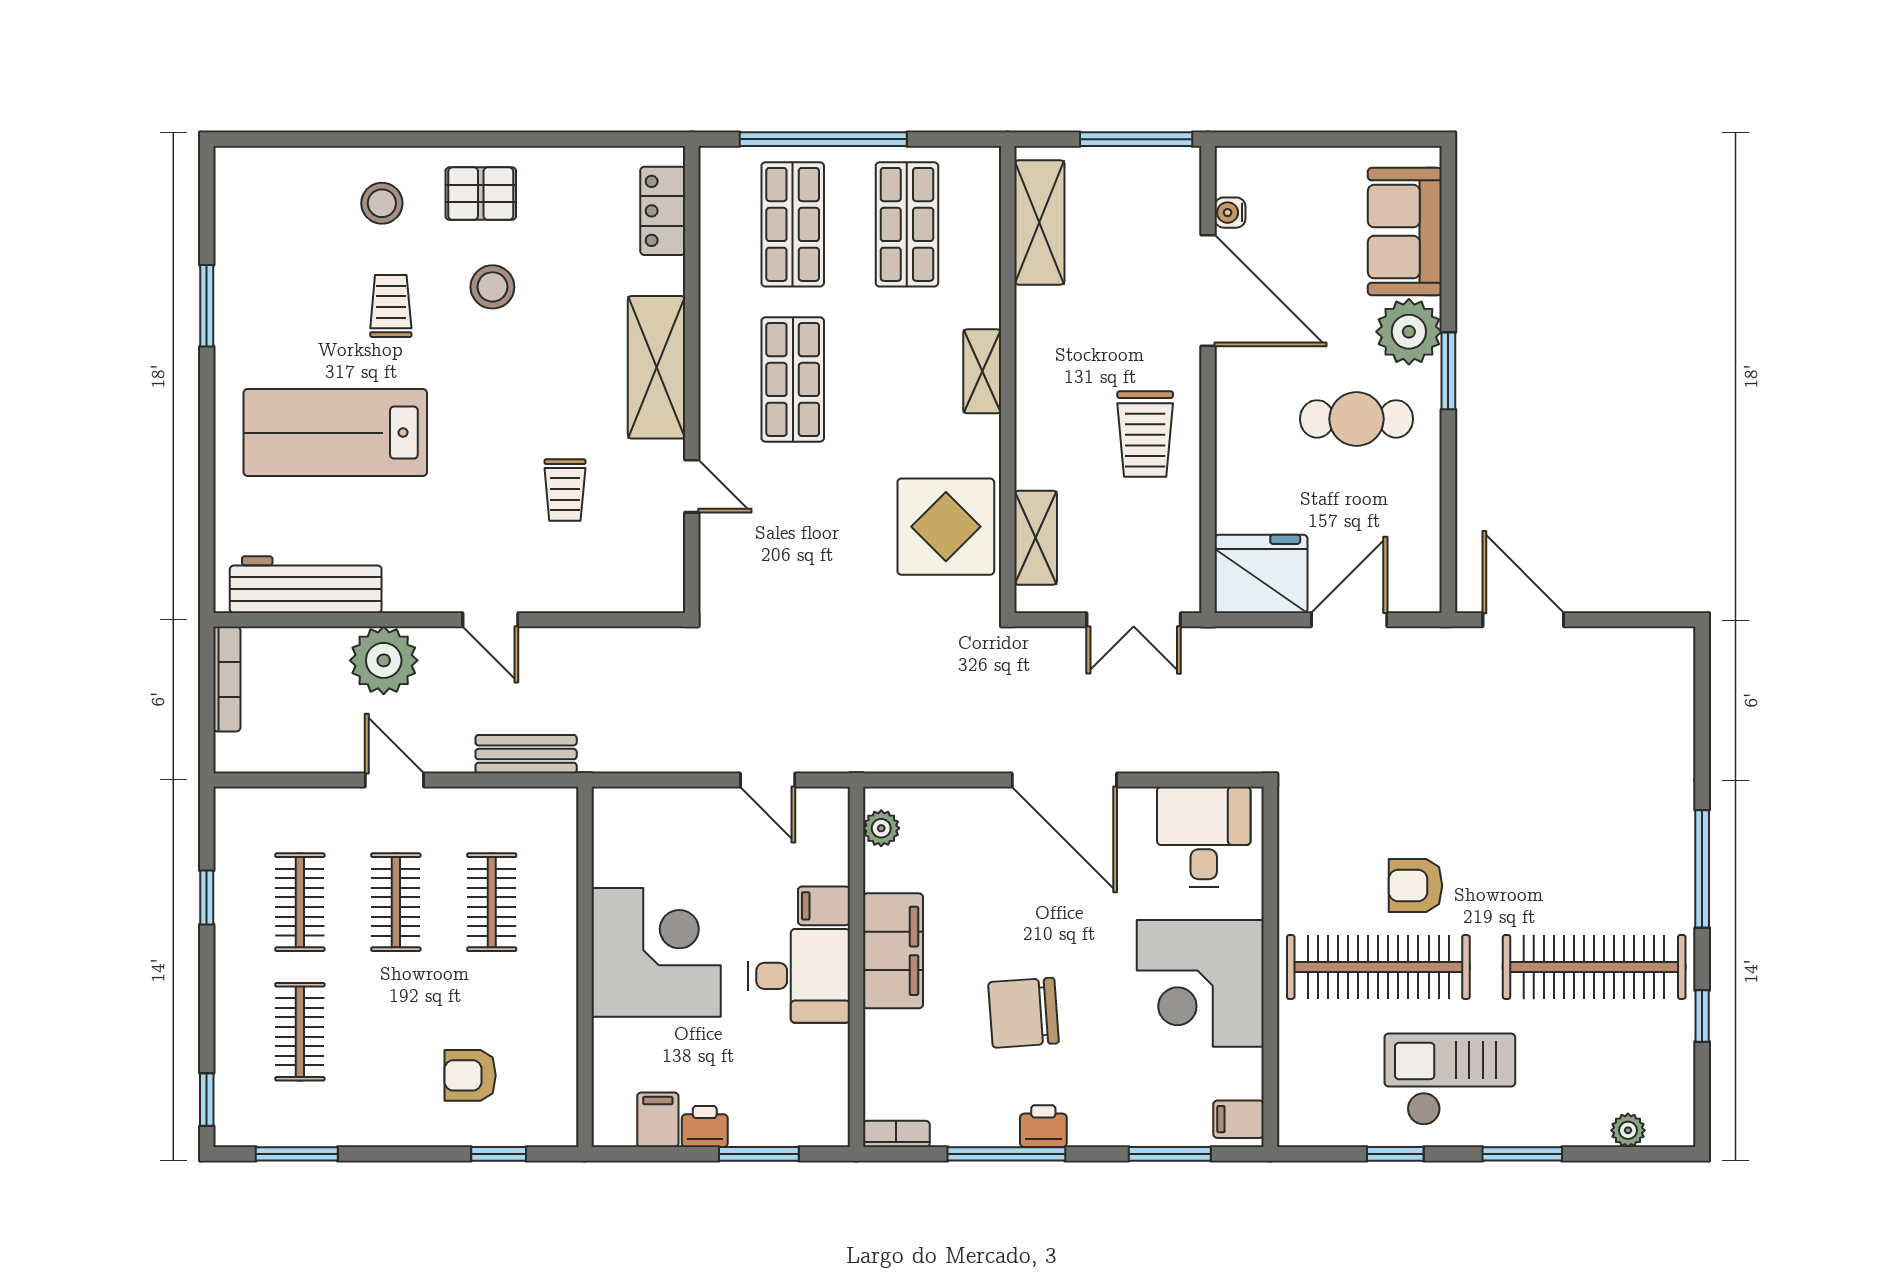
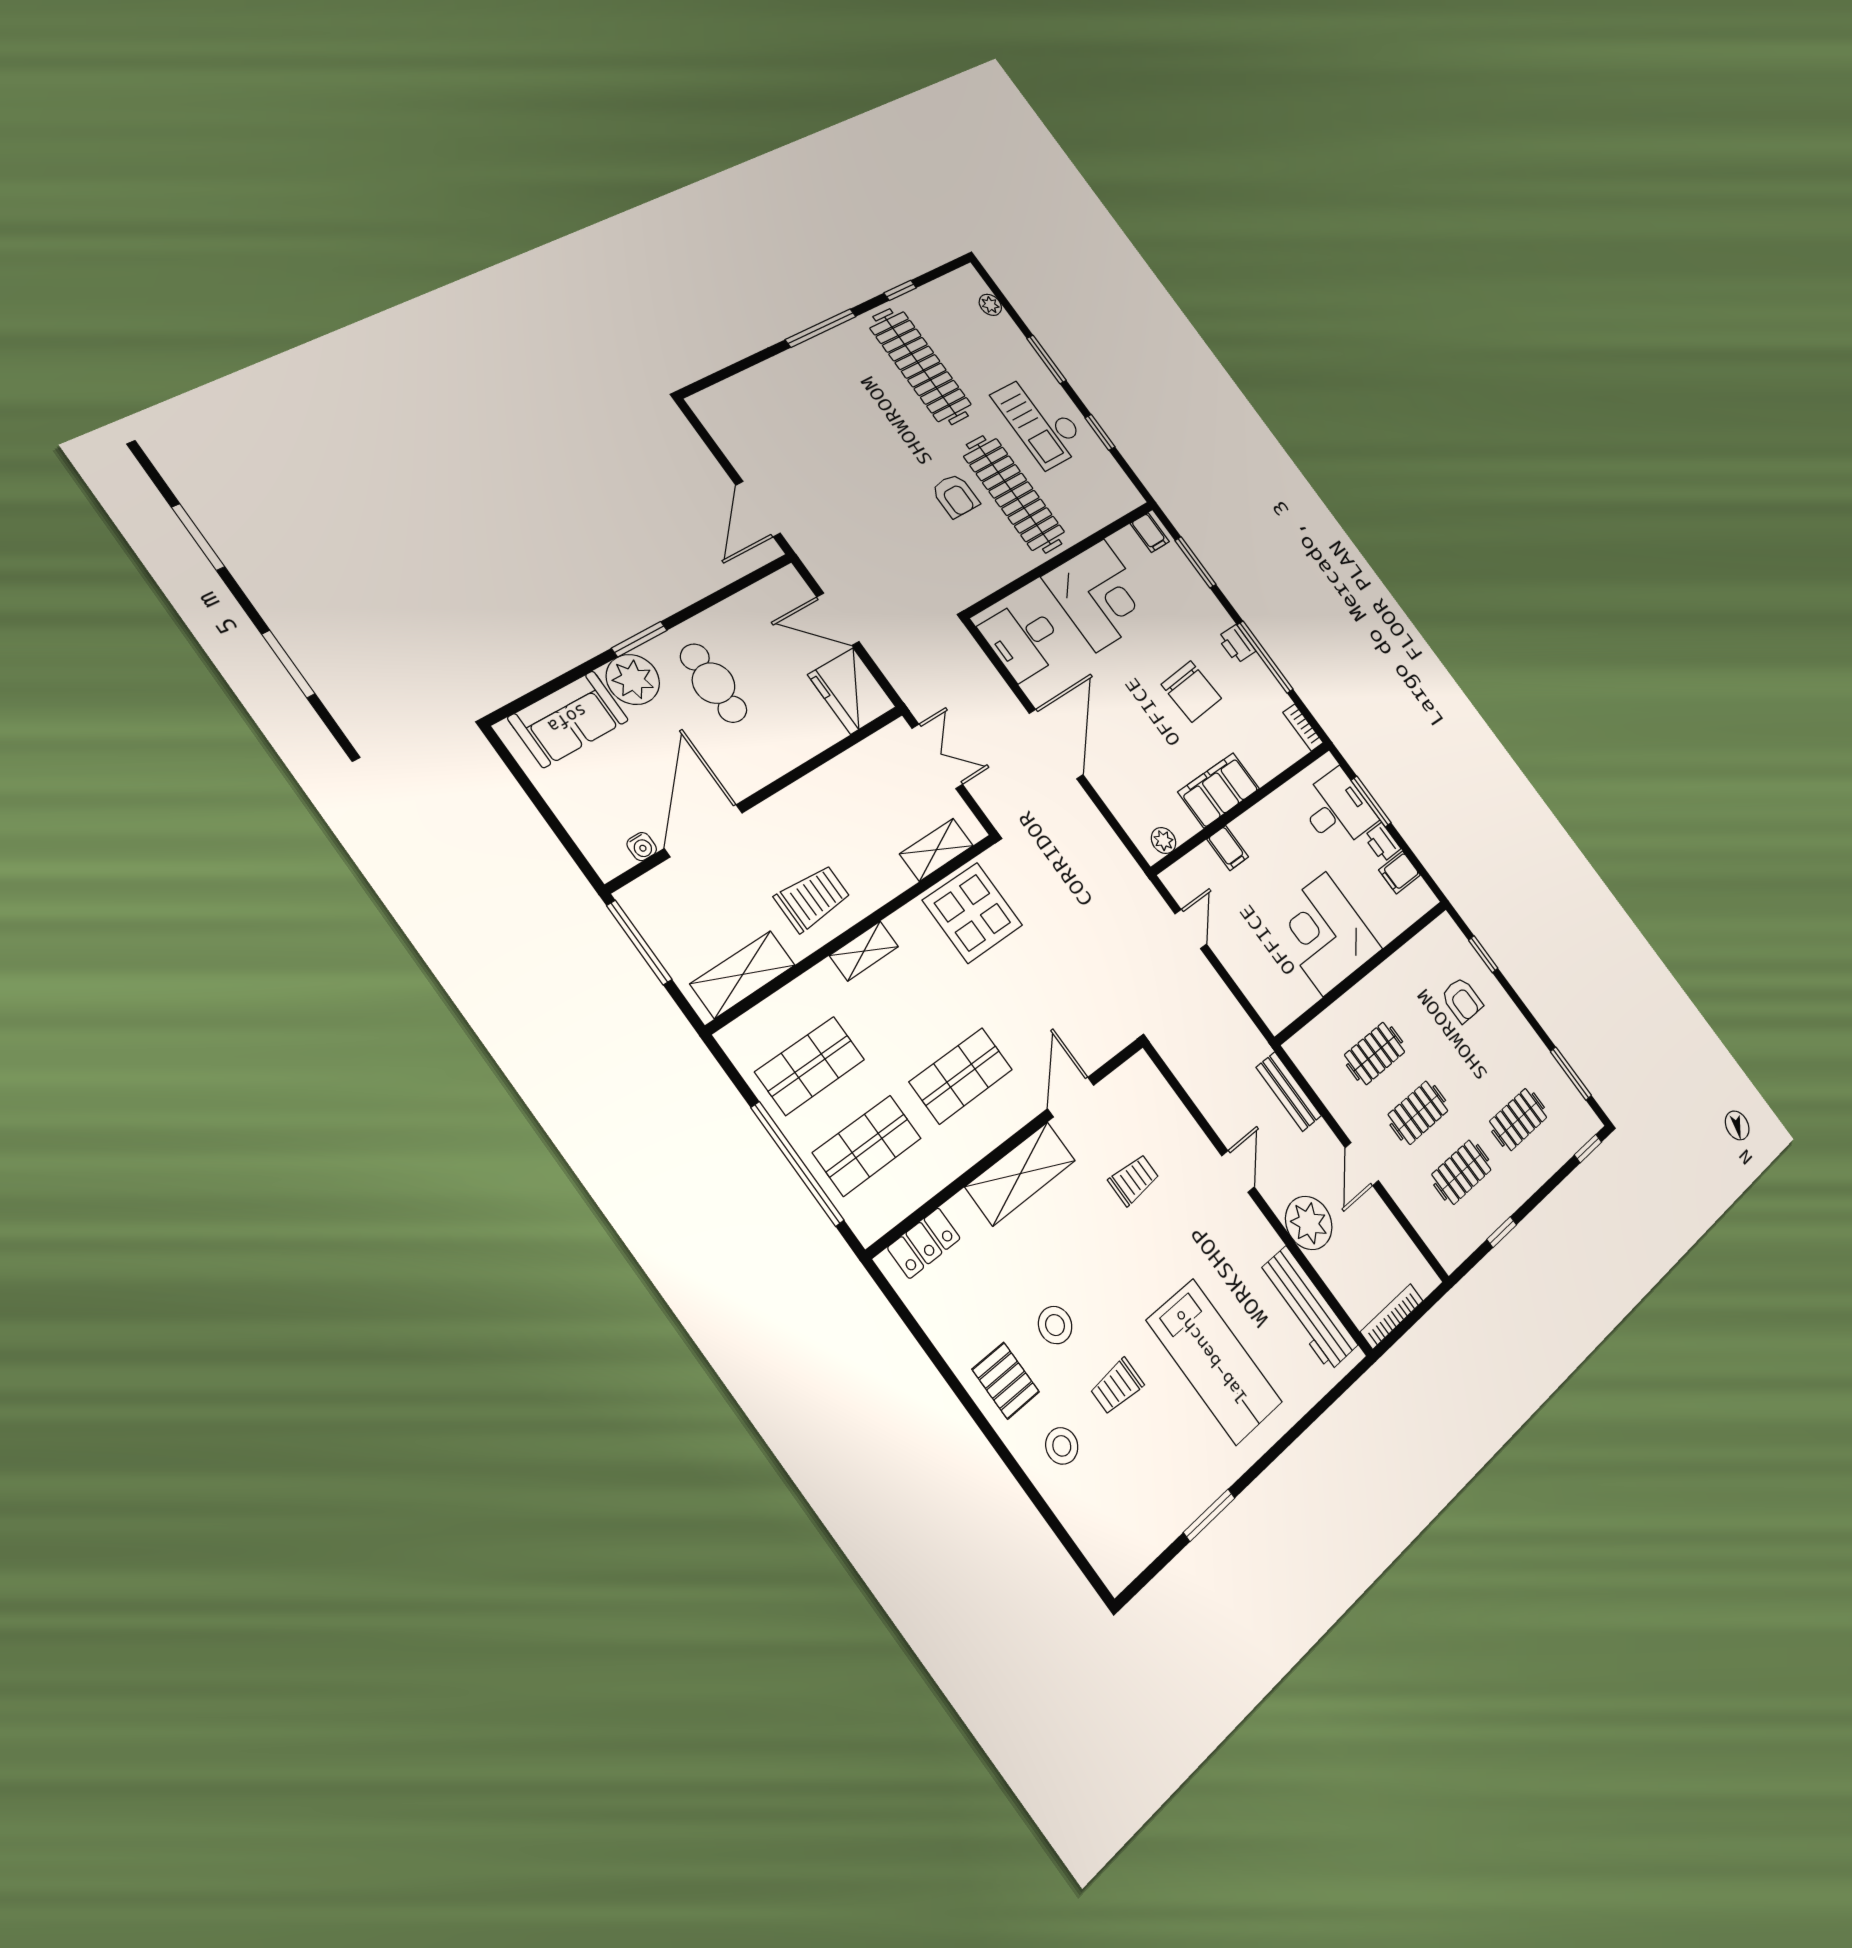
trolley: (1145, 434) -> (813, 898), moved
door: (692, 486) -> (1071, 1097), width x1.38
desk: (799, 976) -> (1337, 809), moved, turned 90

